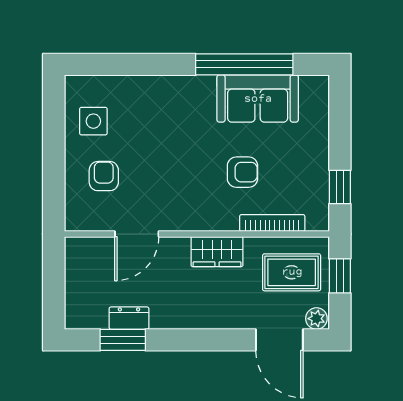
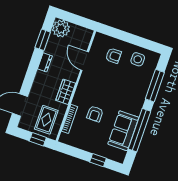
window: (137, 64) -> (155, 86), added
window: (340, 187) -> (98, 160), moved
dresser: (129, 318) -> (45, 62), moved
plant: (316, 319) -> (61, 28), moved, width x1.87, depth x1.87

